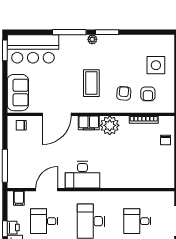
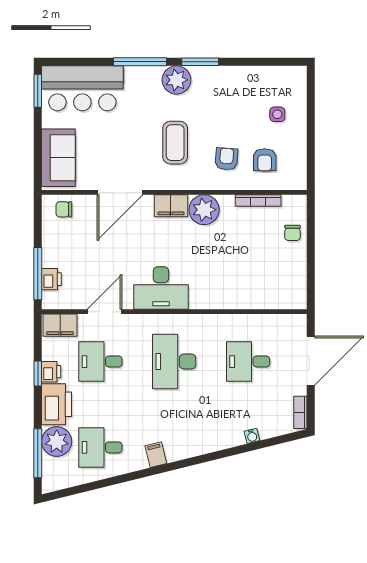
plant: (92, 39) -> (176, 80), width x1.88, depth x1.88
side table: (156, 65) -> (277, 114), width x0.54, depth x0.54
printer: (13, 169) -> (51, 279), added
filing cabinet: (19, 198) -> (60, 325), width x2.00

